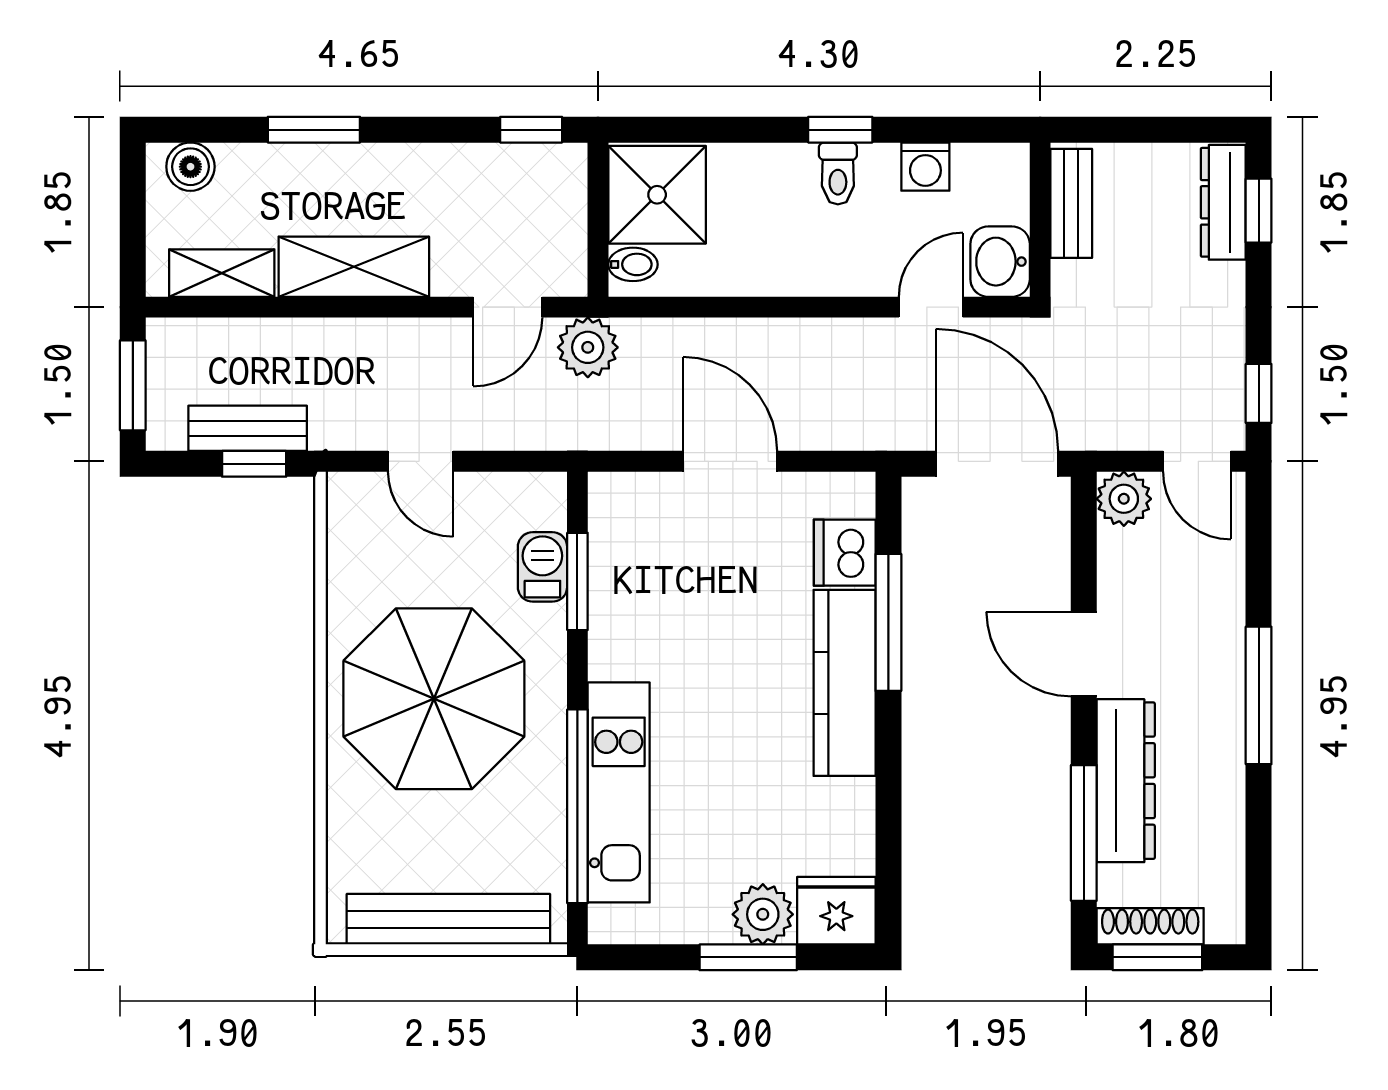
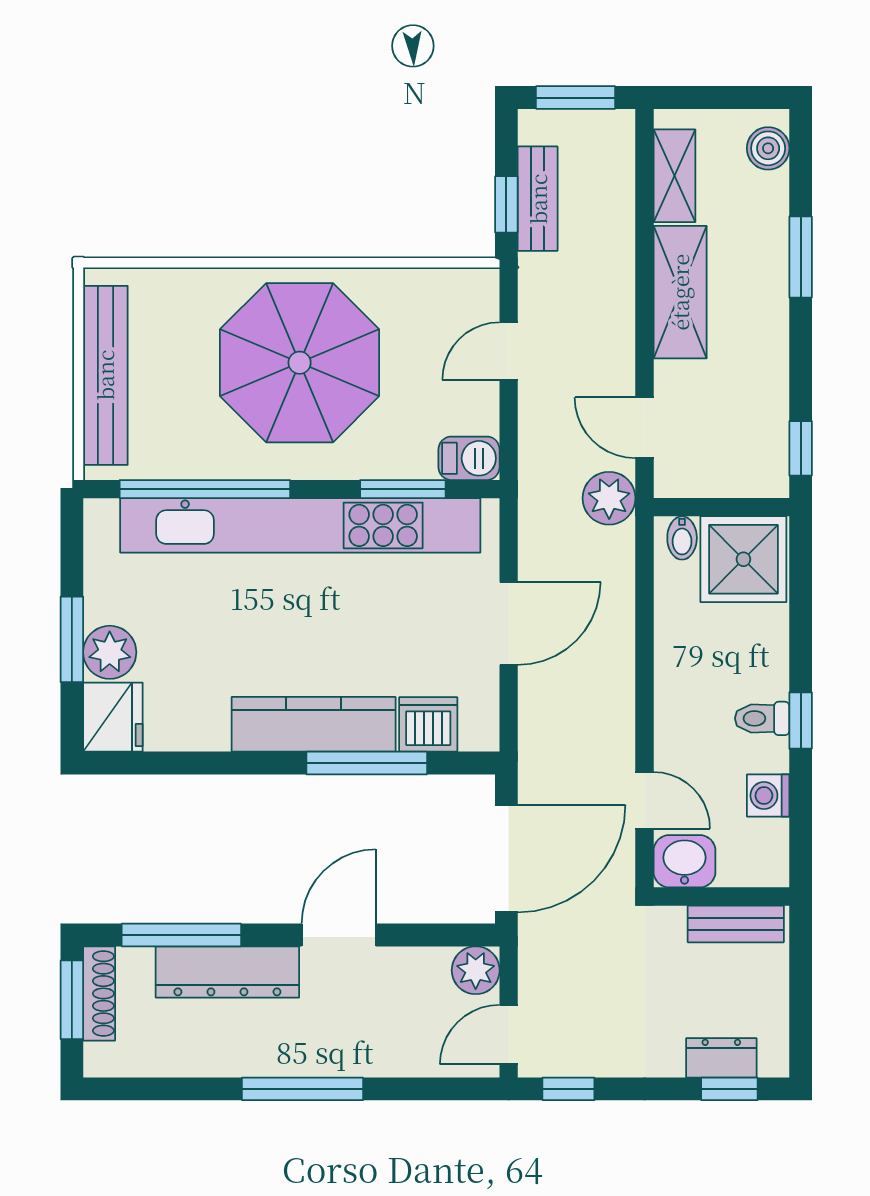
dresser: (1223, 202) -> (721, 1058), width x0.70
barbecue: (542, 567) -> (469, 458), moved
kitchen unit: (619, 792) -> (300, 525), width x1.86

